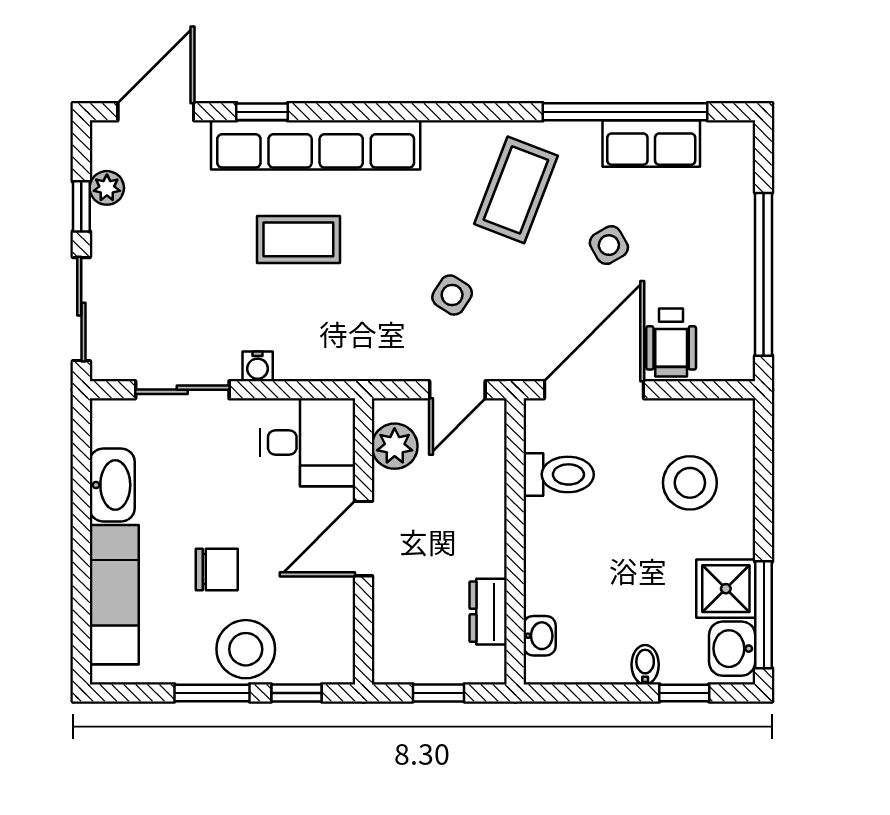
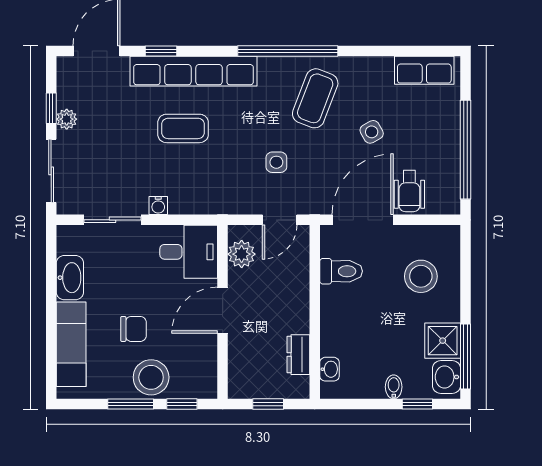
window: (625, 112) -> (288, 51), moved
row of seats: (651, 144) -> (424, 70), moved
plant: (107, 188) -> (67, 119), moved
side table: (452, 295) -> (276, 162), turned -33

